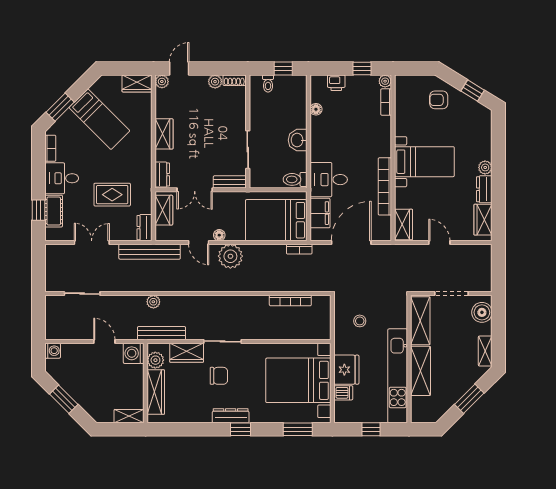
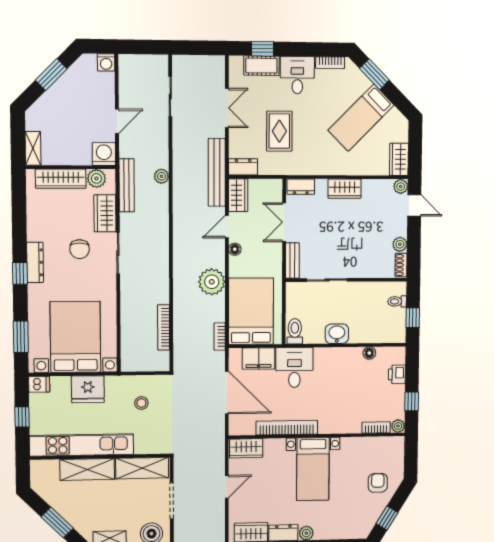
wardrobe: (164, 210) -> (238, 195), moved, turned -90
plant: (230, 256) -> (212, 282), moved
dishwasher: (343, 393) -> (39, 384), moved, turned -90

